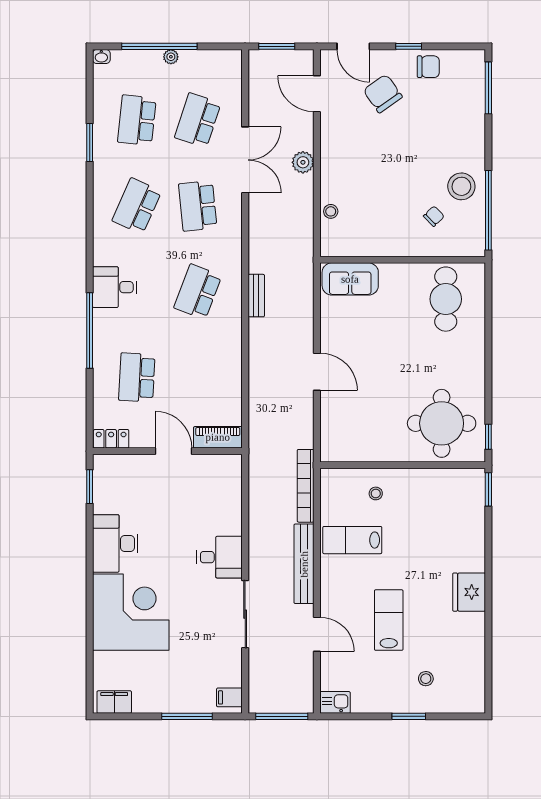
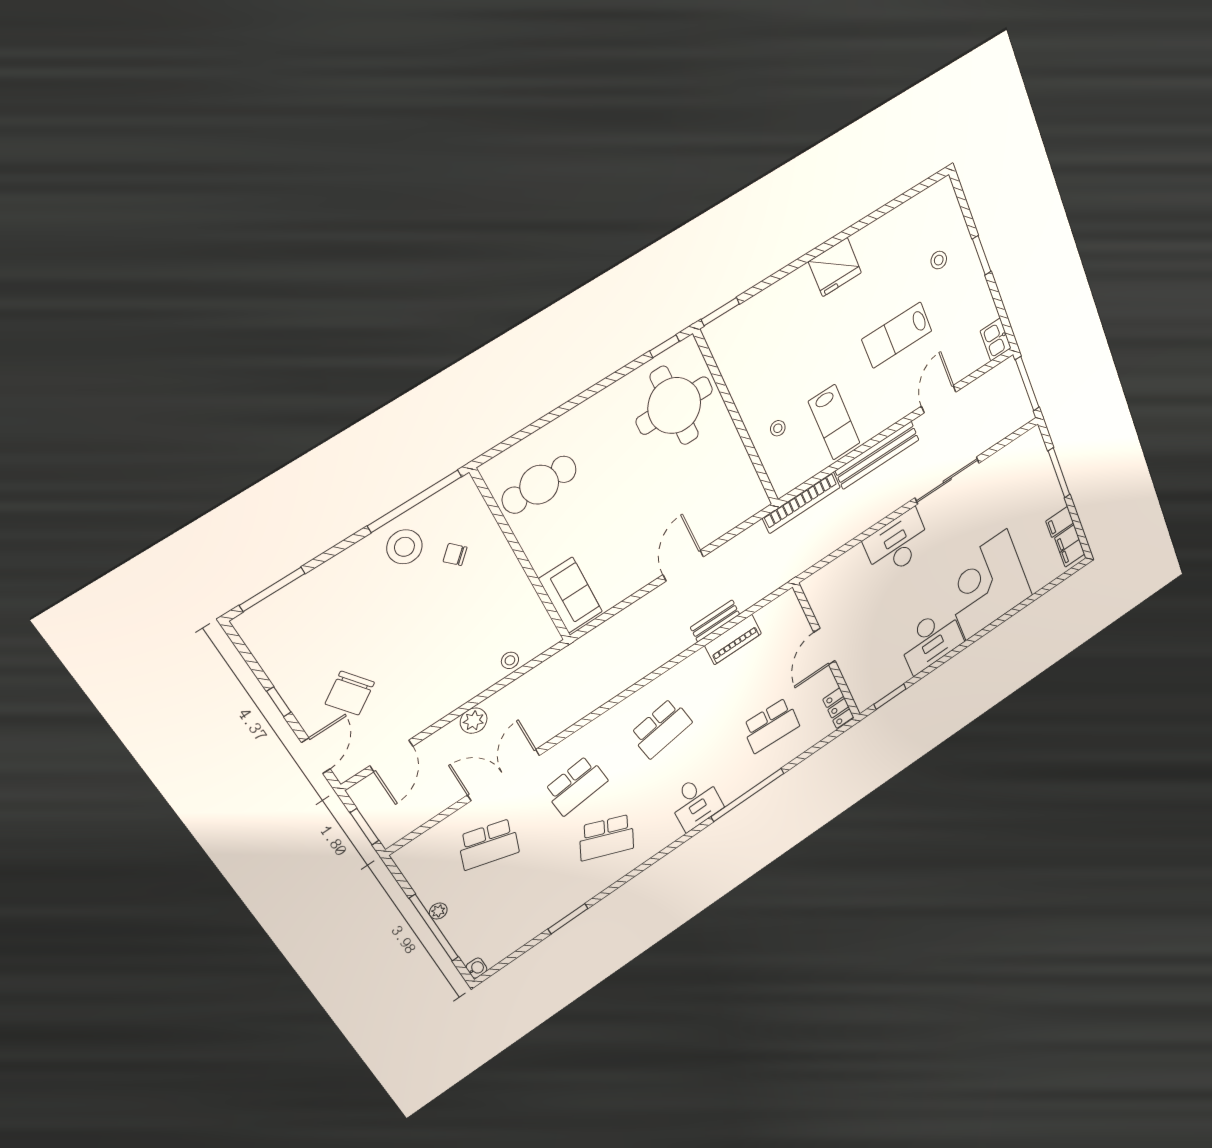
chair: (428, 67) -> (289, 667), removed
school desk: (137, 120) -> (521, 895), removed
school desk: (198, 292) -> (661, 728), turned -30
bench: (256, 296) -> (715, 621), moved
piano: (218, 437) -> (733, 640), moved, turned -90
desk: (220, 557) -> (897, 544), width x1.37
filing cabinet: (229, 697) -> (1060, 522), moved, turned 90

